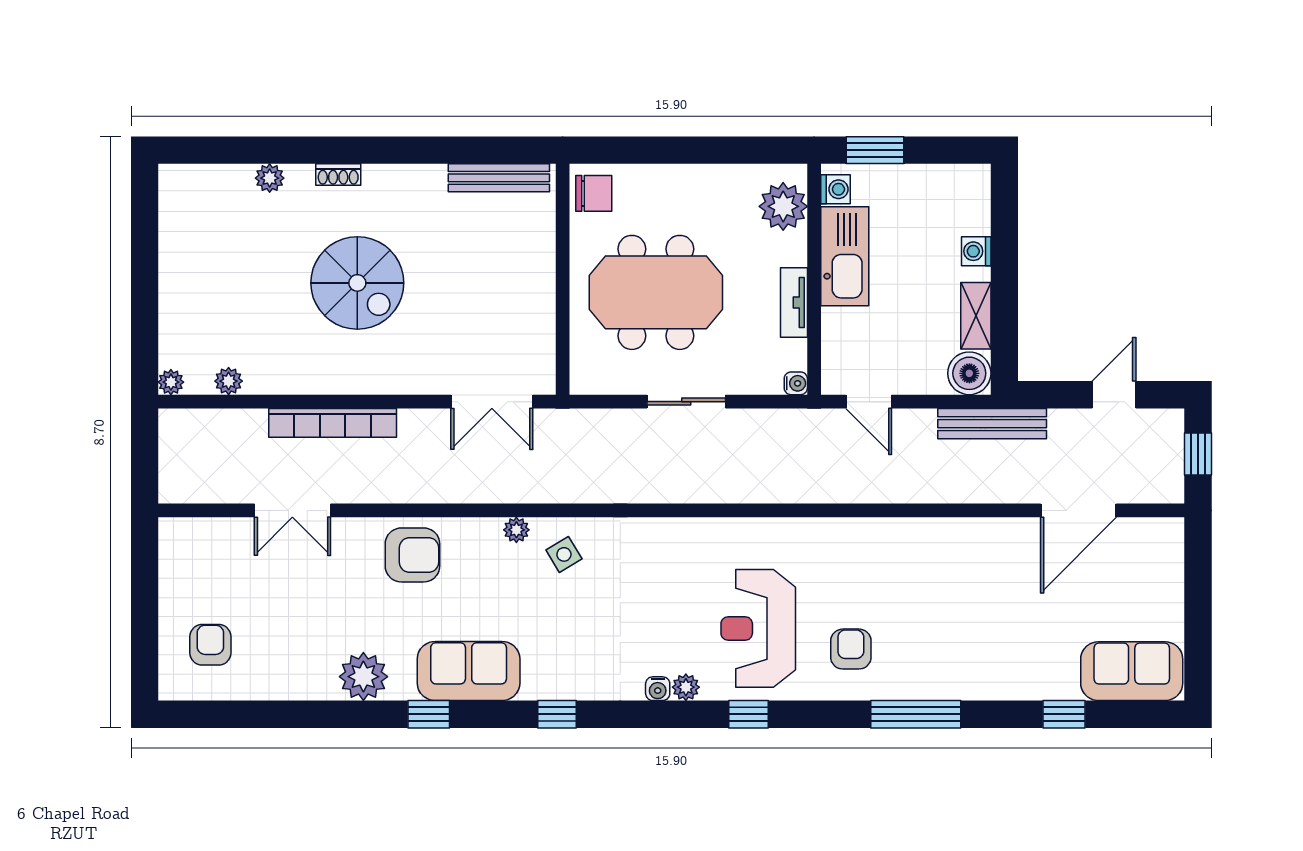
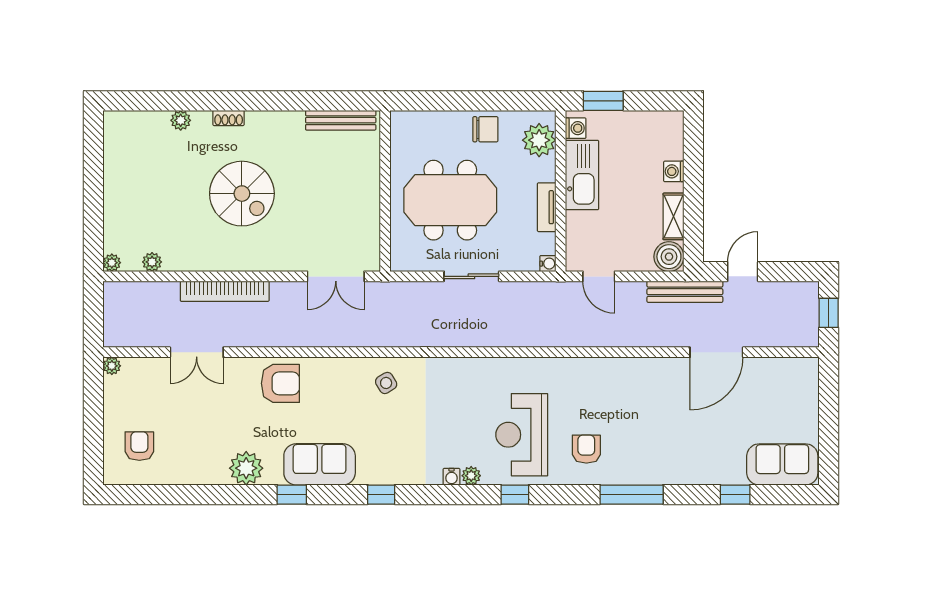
chair: (594, 193) -> (485, 129), moved
door: (1114, 395) -> (743, 272), moved
door: (1078, 510) -> (716, 352), moved
plant: (516, 530) -> (112, 366), moved

